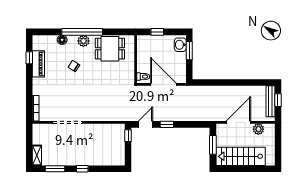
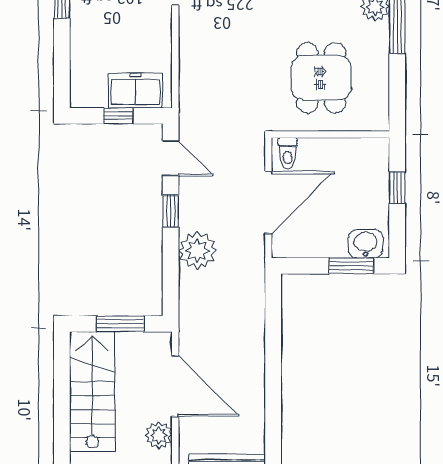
dining table: (110, 49) -> (321, 78), moved
plant: (183, 113) -> (197, 251), added
window: (128, 136) -> (118, 116), moved
freezer: (118, 139) -> (135, 91), added

